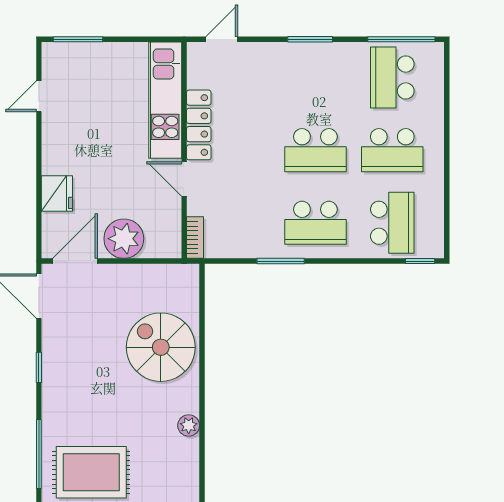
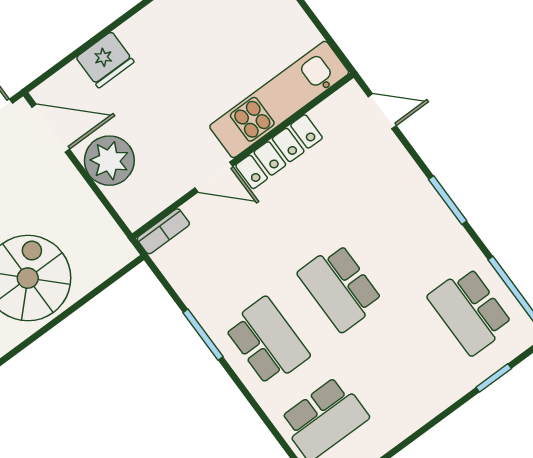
school desk: (392, 78) -> (470, 311), turned -90
window: (447, 94) -> (494, 378), added
school desk: (392, 150) -> (397, 365), removed
door: (184, 179) -> (214, 177), swing flipped
school desk: (315, 223) -> (267, 341), turned 180

